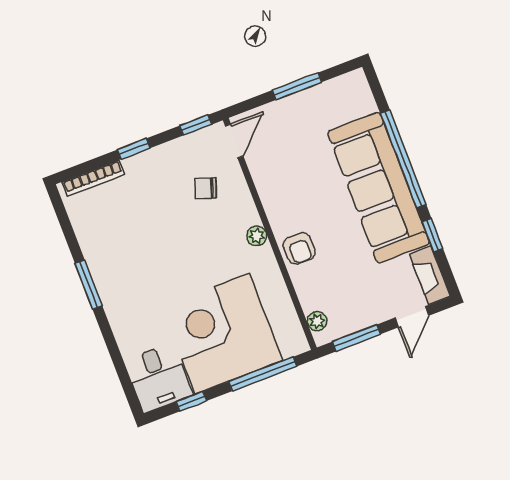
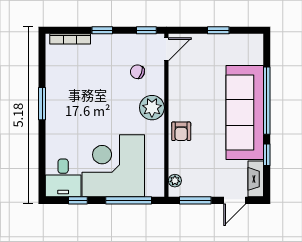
window: (297, 86) -> (218, 30), width x0.67
plant: (257, 236) -> (152, 108), width x1.88, depth x1.88

